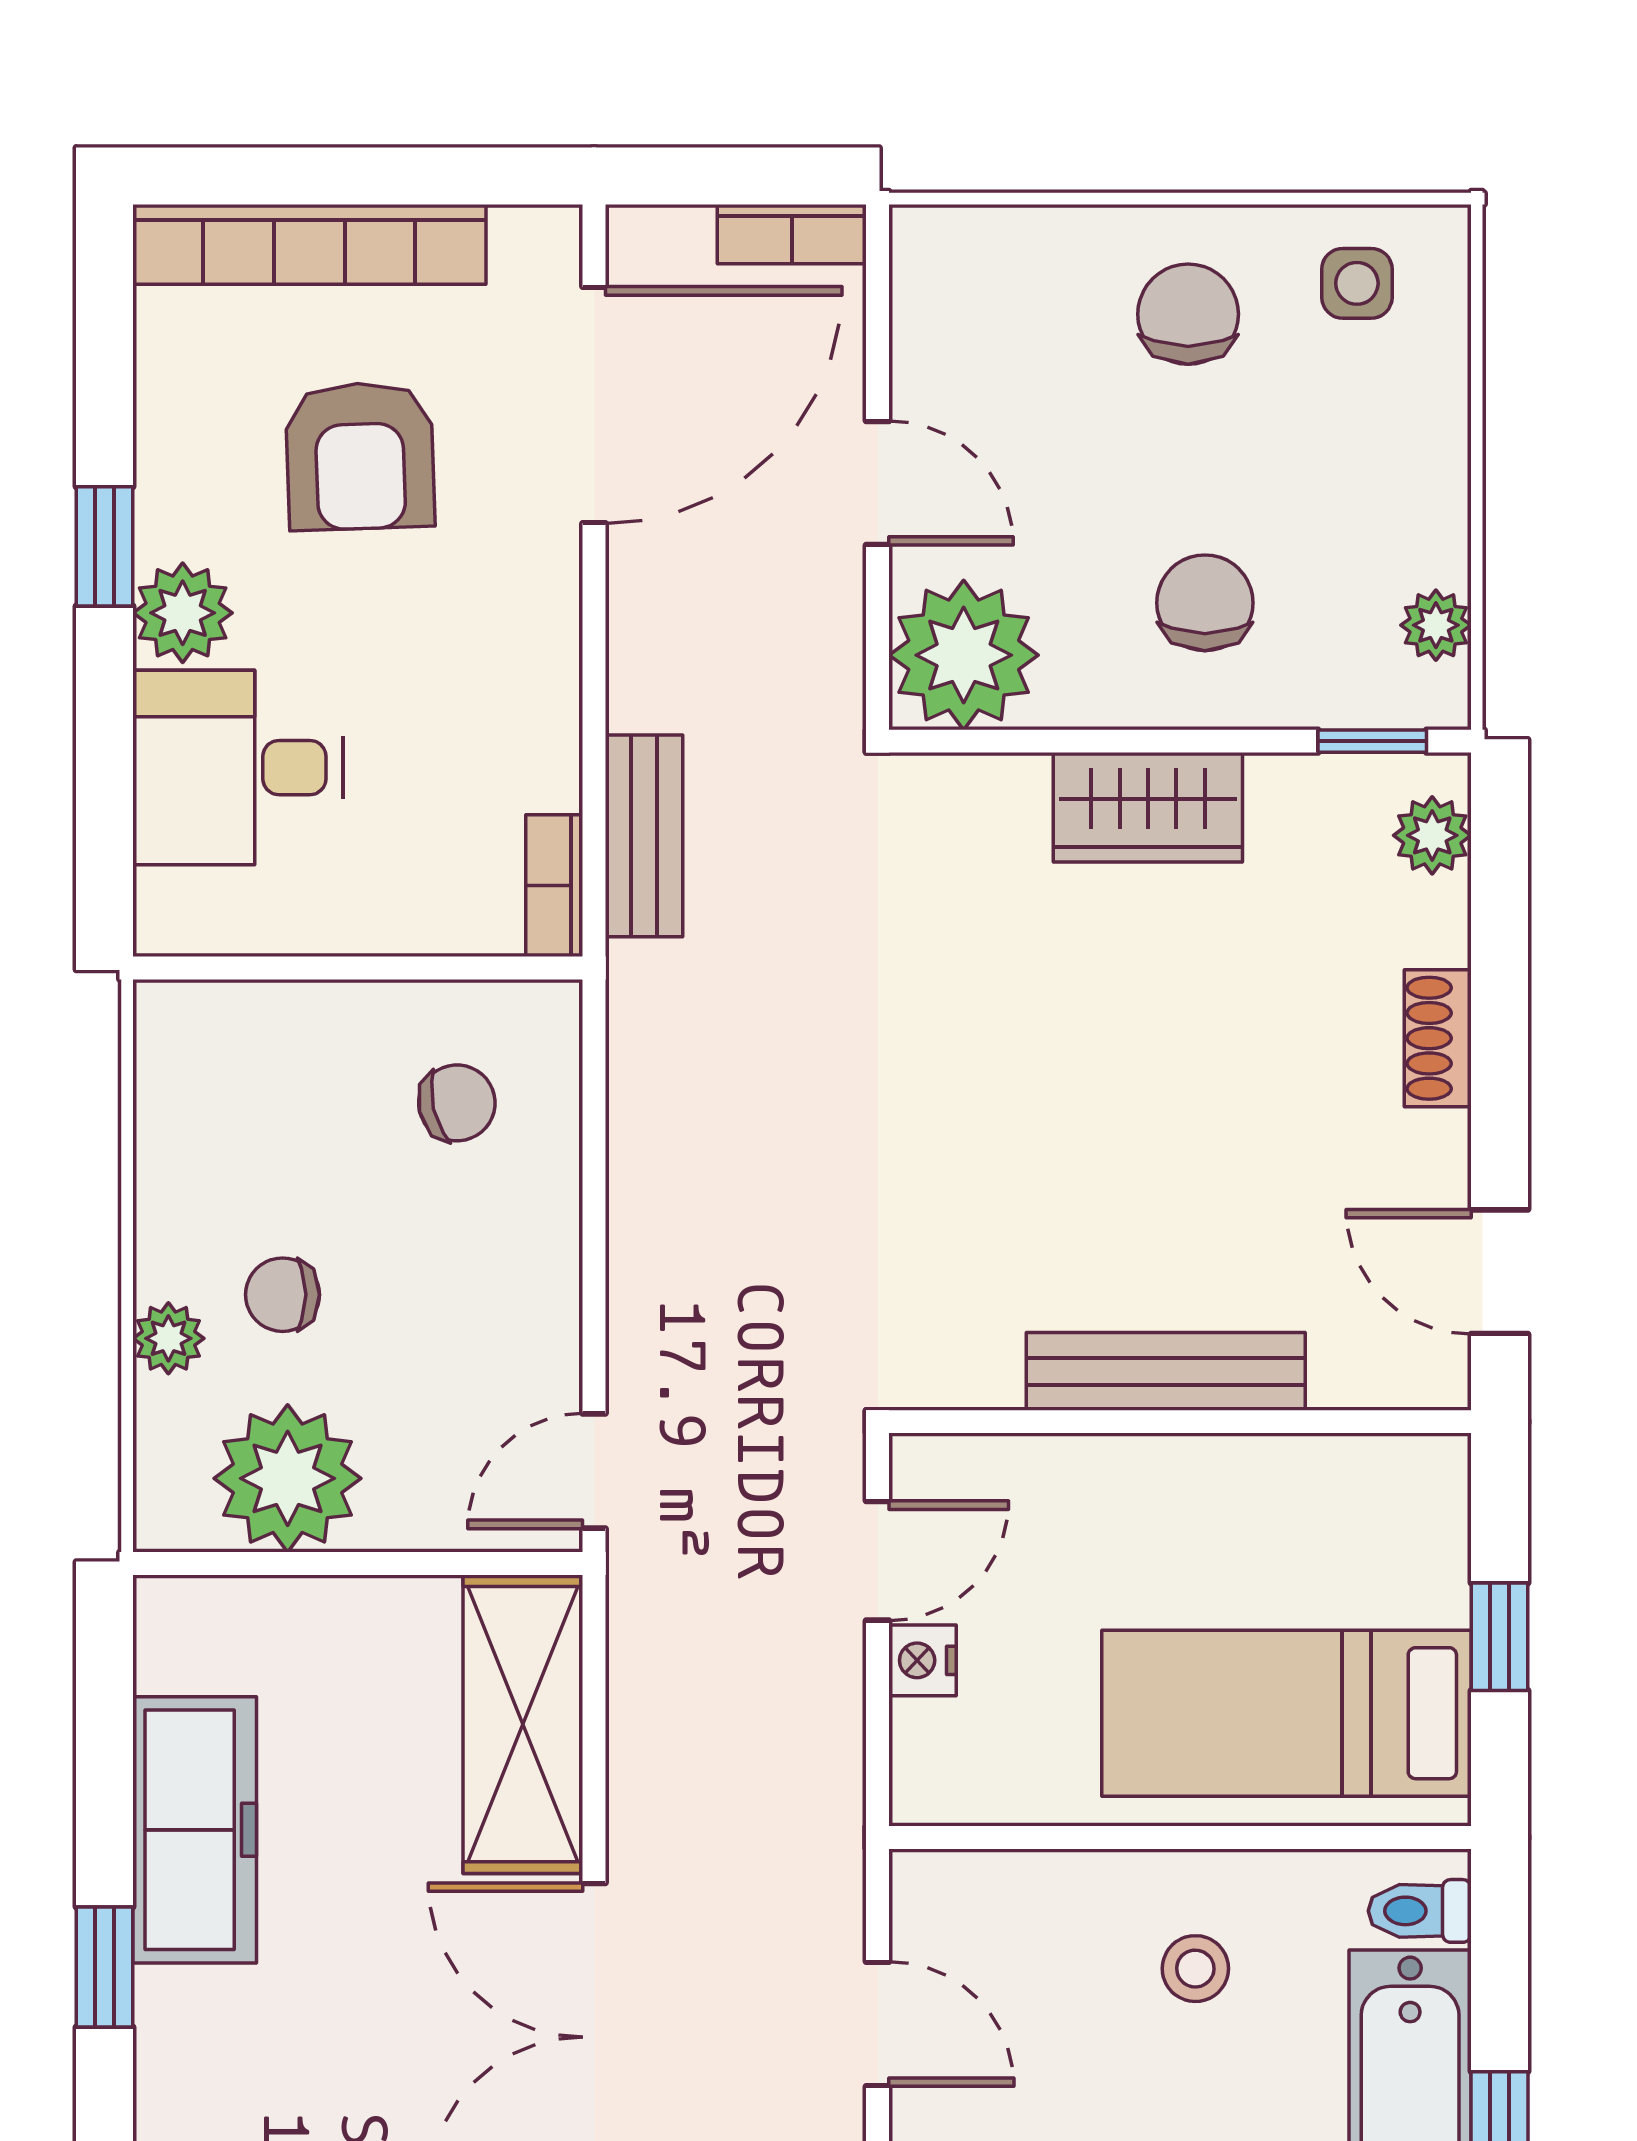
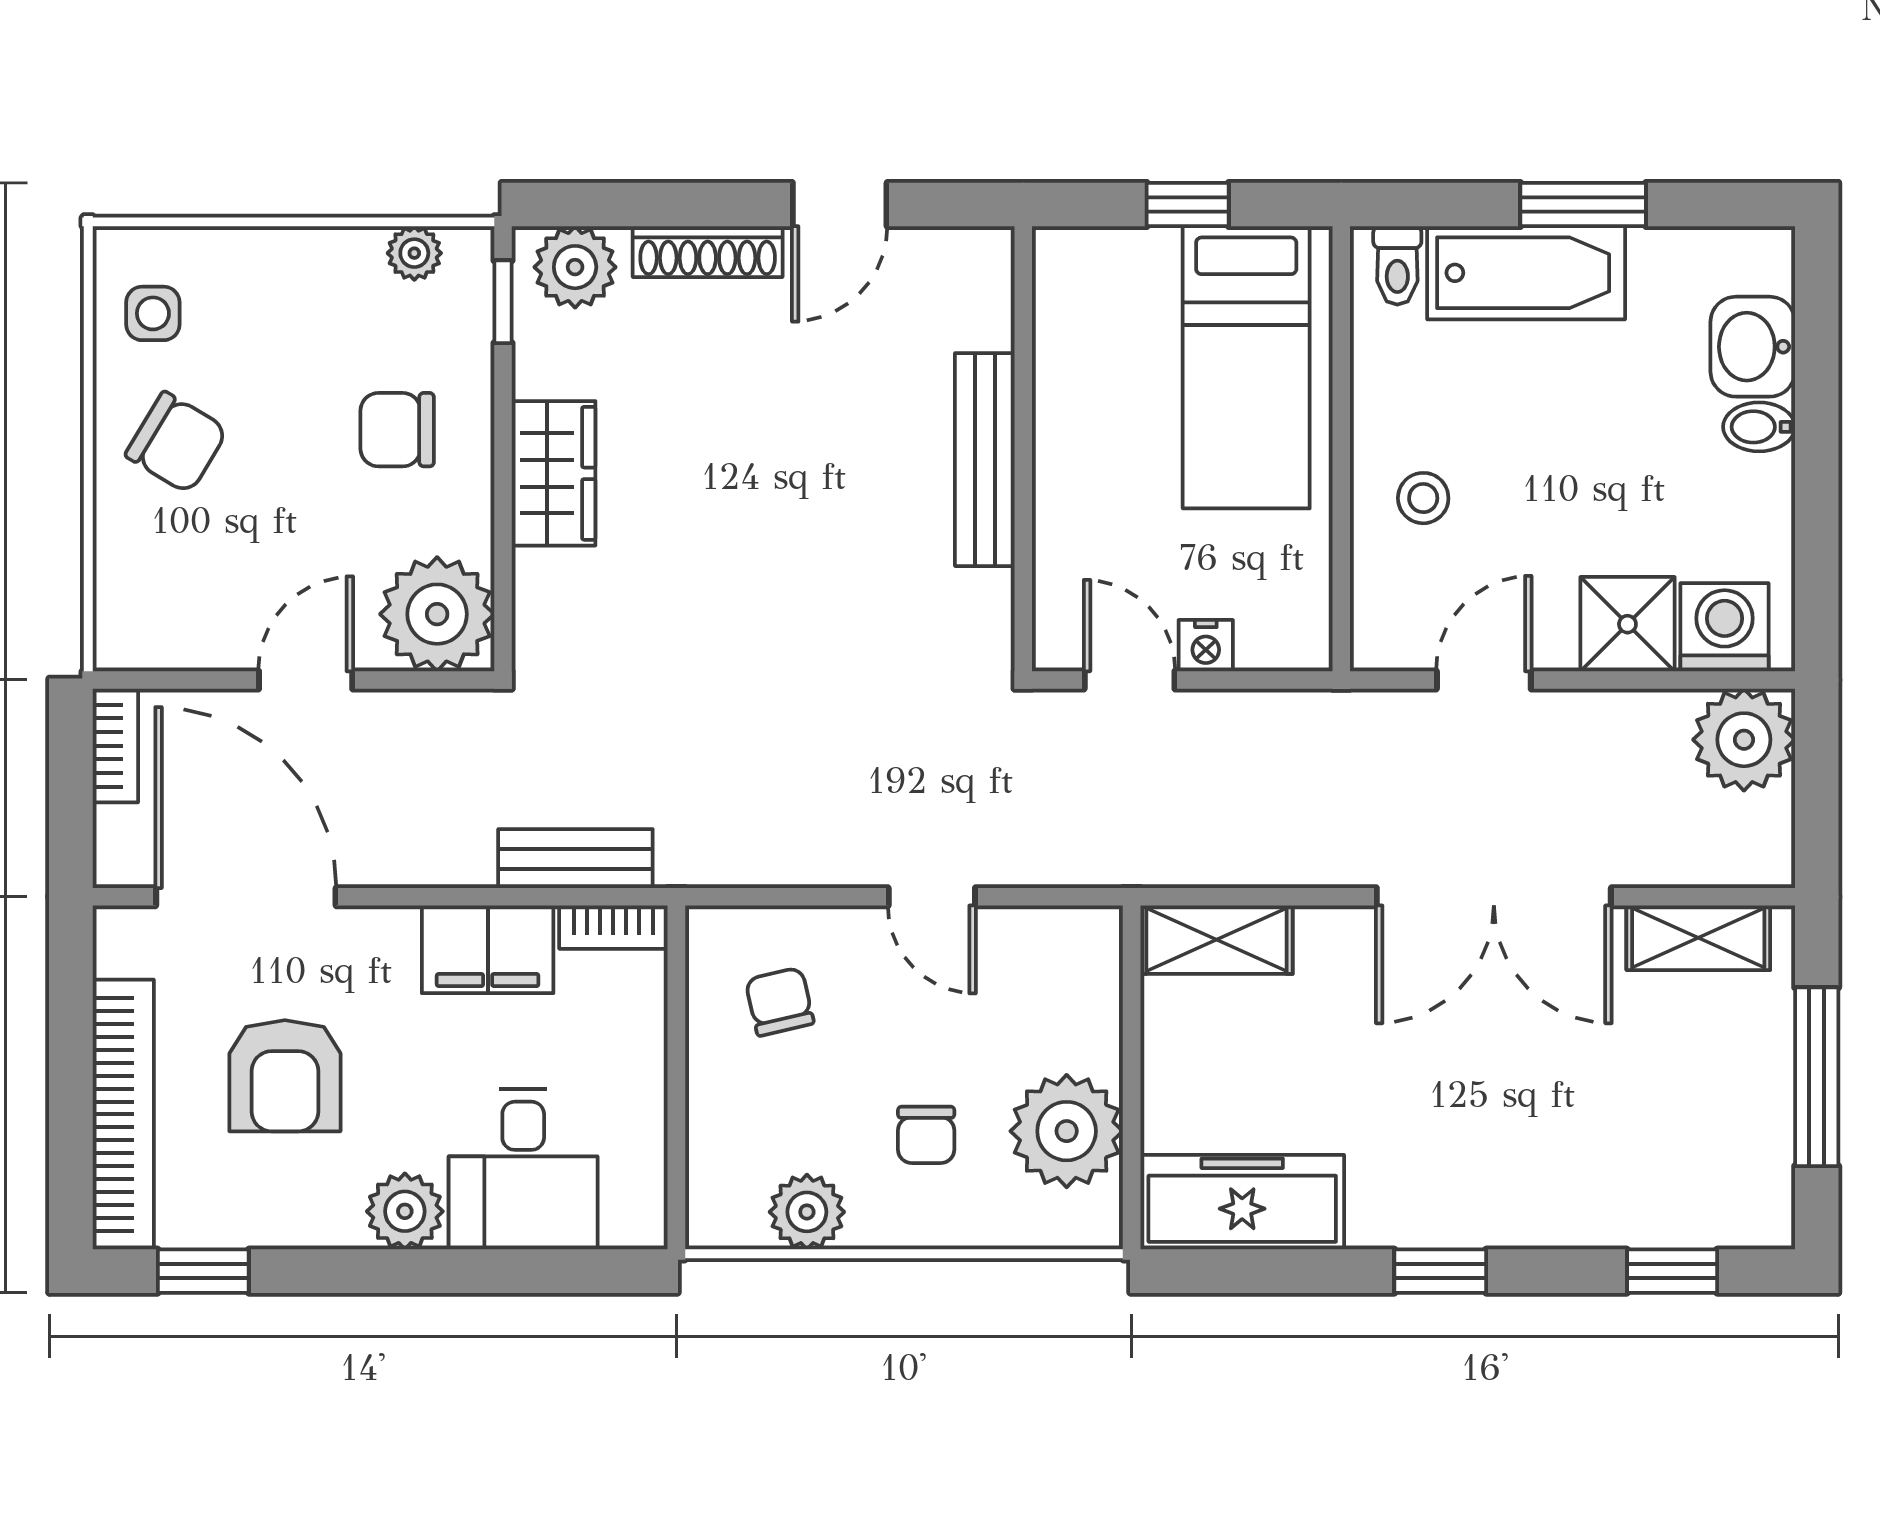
chair: (1188, 314) -> (177, 443), turned -149
armchair: (360, 456) -> (285, 1076), turned 92
window: (104, 546) -> (203, 1271), moved
filing cabinet: (525, 721) -> (488, 949), added
plant: (1432, 835) -> (575, 267), width x1.38, depth x1.38
shoe rack: (1438, 1038) -> (708, 252), width x1.43
door: (1499, 1272) -> (840, 204), moved
plant: (168, 1338) -> (807, 1212), moved, width x1.38, depth x1.38
door: (594, 1471) -> (932, 897), moved
shelving: (523, 1724) -> (1216, 940), width x0.67, depth x0.75
freezer: (195, 1830) -> (1242, 1202), moved
stool: (1195, 1969) -> (1423, 498), moved

